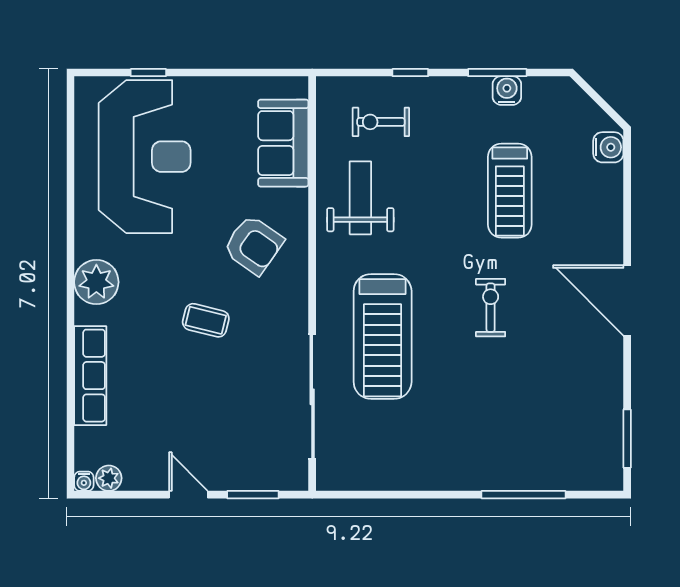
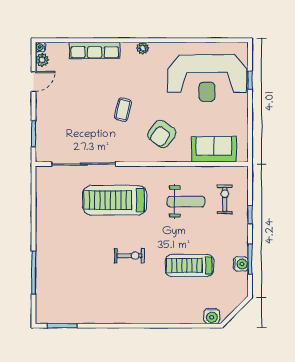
weight bench: (360, 198) -> (186, 202), moved
plant: (96, 282) -> (143, 48), width x0.53, depth x0.53
door: (627, 300) -> (133, 326), removed
door: (188, 495) -> (34, 81), moved

